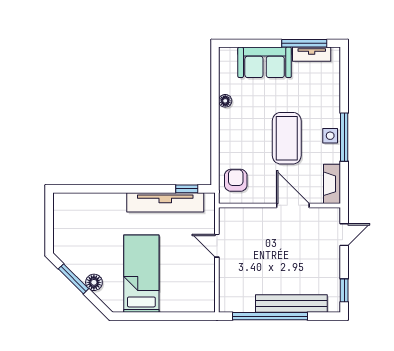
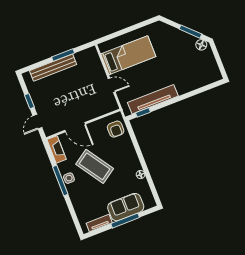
window: (304, 43) -> (125, 221), moved
coffee table: (287, 138) -> (95, 166), turned -34
bed: (141, 274) -> (128, 55), moved, turned -90
floor lamp: (94, 282) -> (201, 45), moved
window: (344, 290) -> (29, 101), moved
window: (270, 316) -> (63, 55), width x0.47

